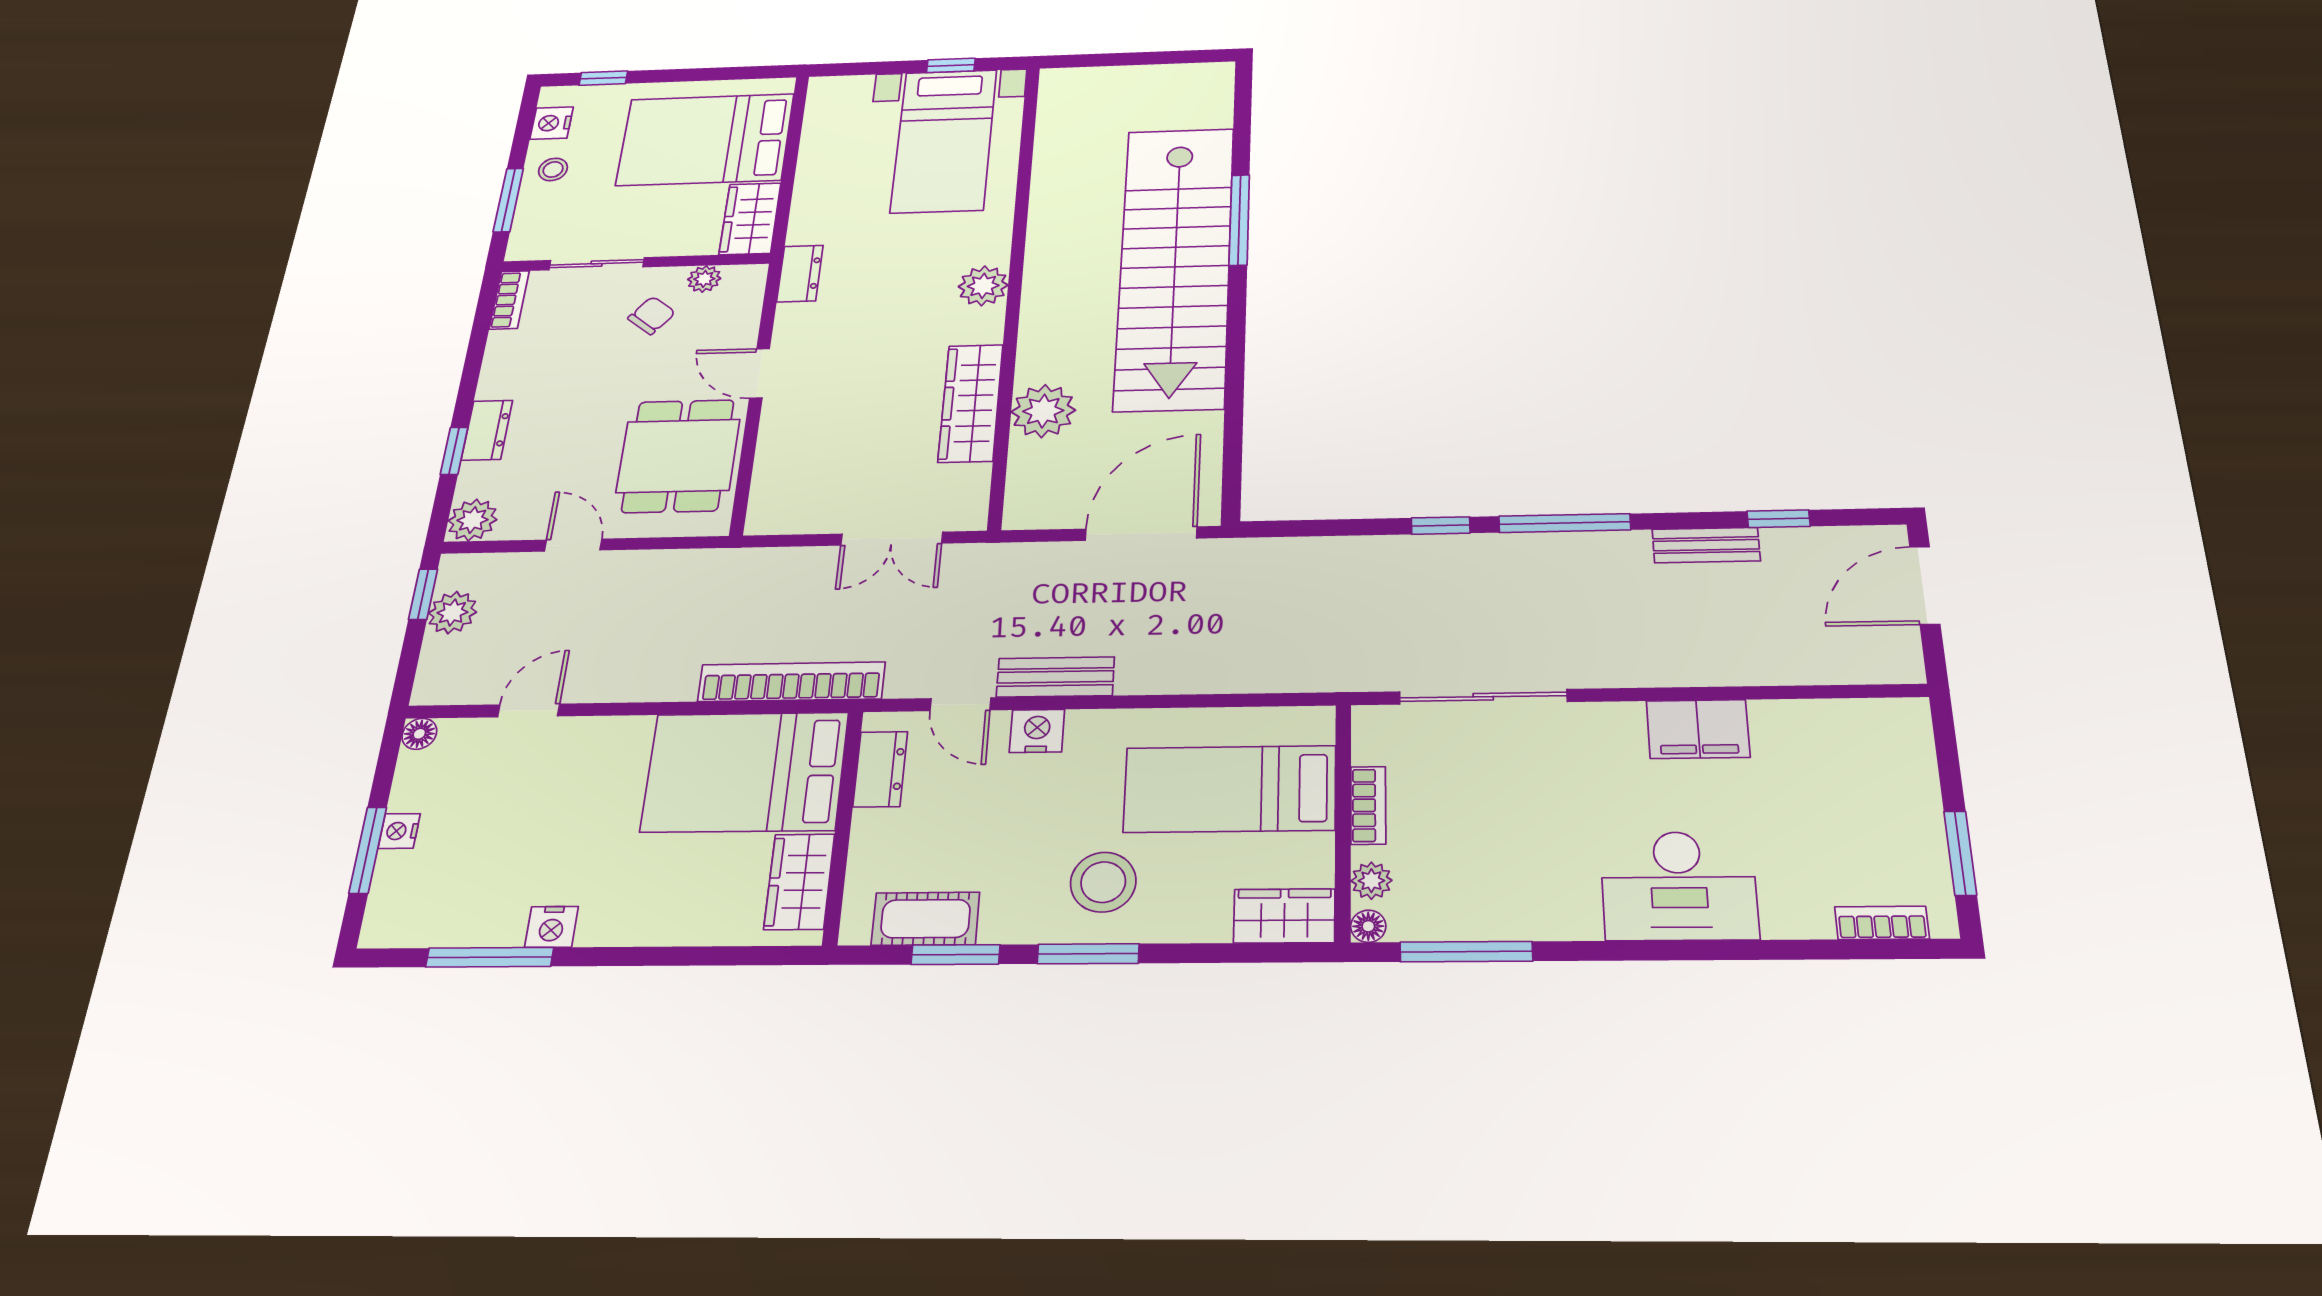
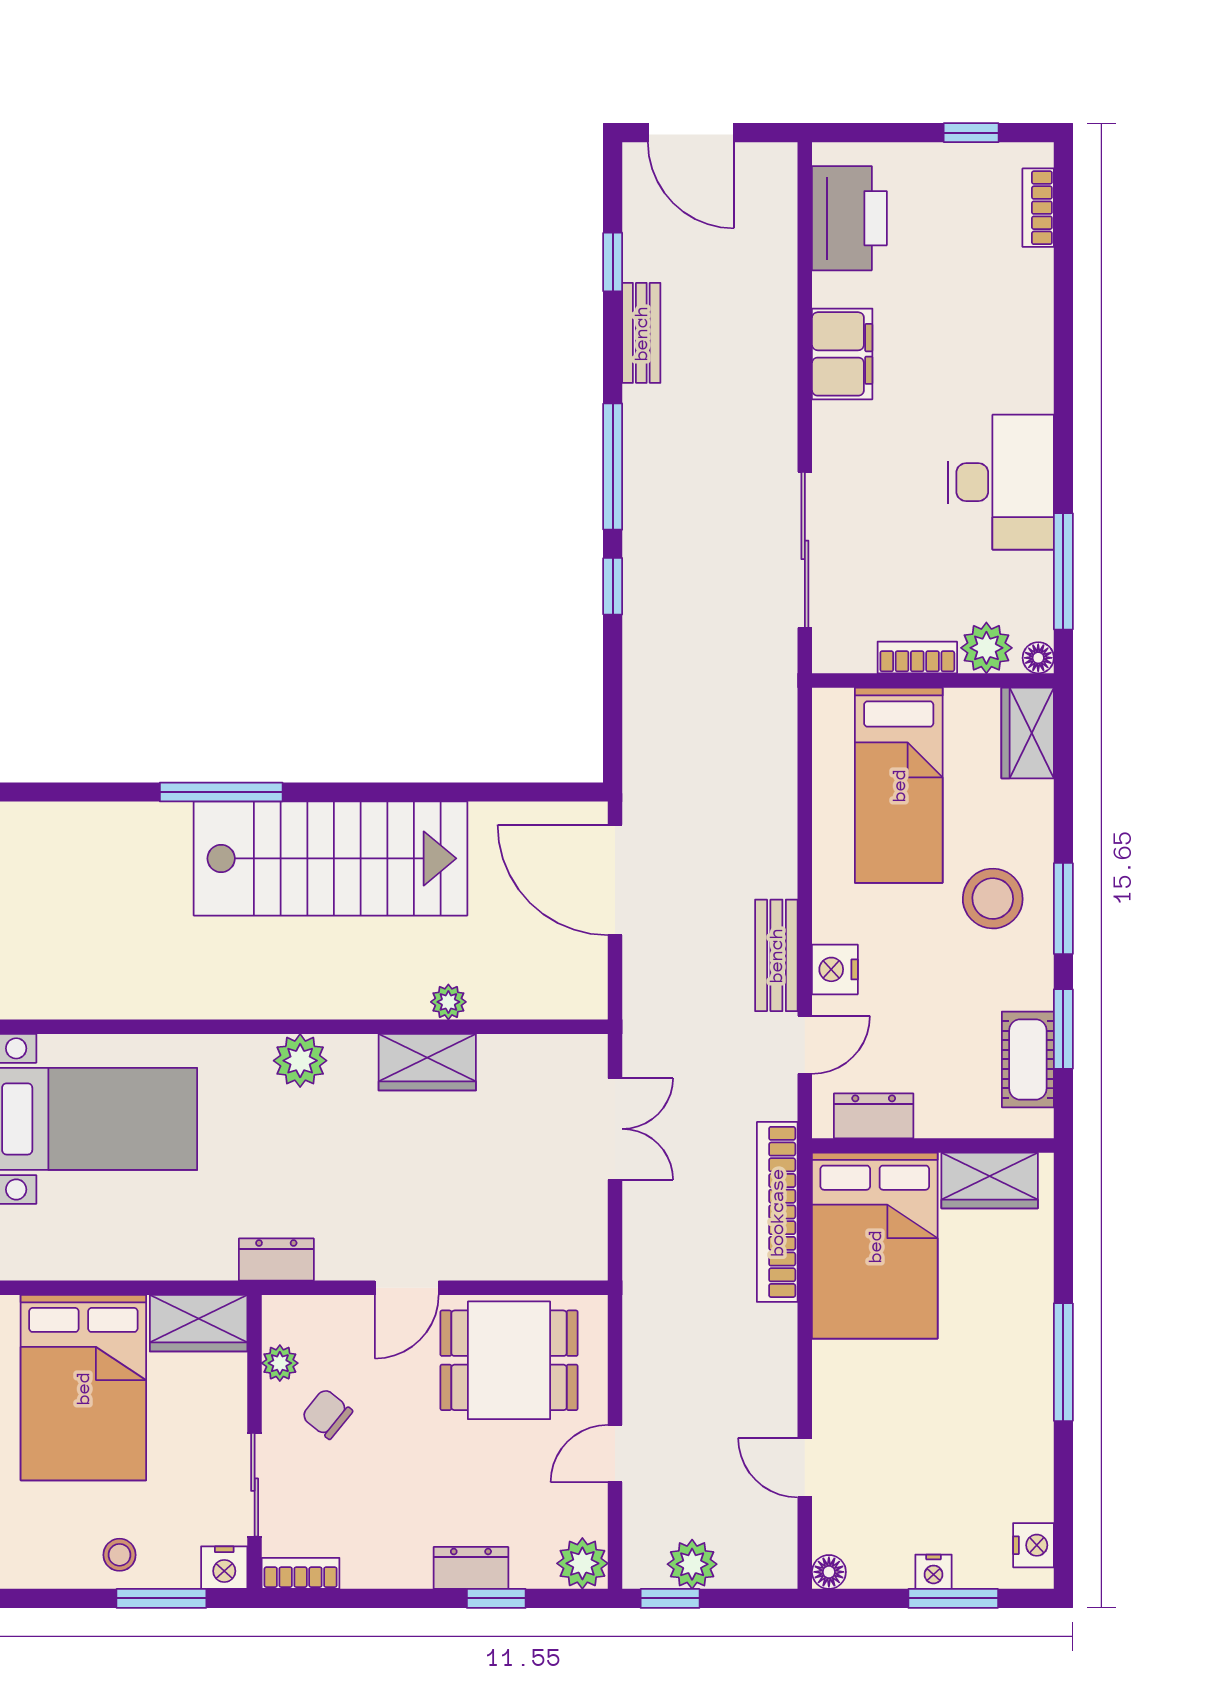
nightstand: (552, 123) -> (224, 1568), moved
stairs: (1175, 266) -> (331, 858), width x0.73
wardrobe: (971, 403) -> (427, 1062), width x0.67
plant: (1043, 411) -> (448, 1002), width x0.53, depth x0.53
printer: (1849, 734) -> (849, 218), added
window: (1960, 853) -> (971, 133), width x0.67
plant: (1371, 881) -> (986, 648), width x1.38, depth x1.38
desk: (1679, 886) -> (1001, 482), moved
nightstand: (552, 927) -> (1033, 1545), moved
window: (490, 957) -> (1063, 1362), moved

